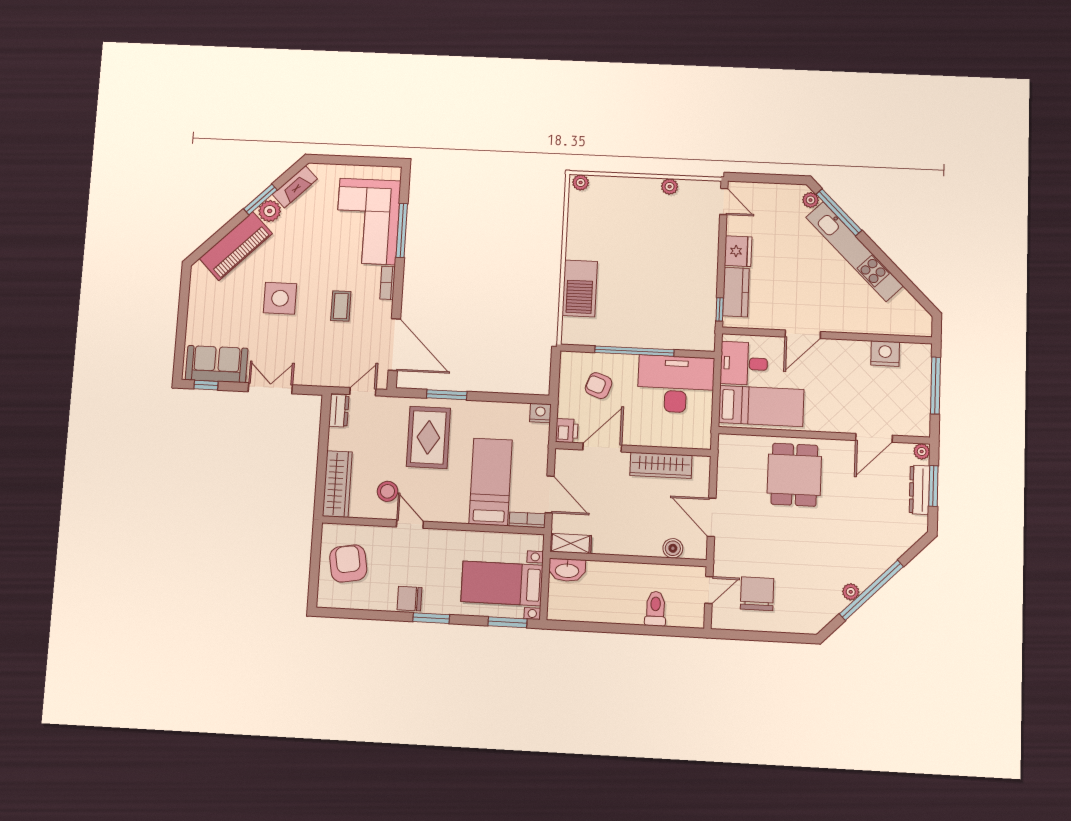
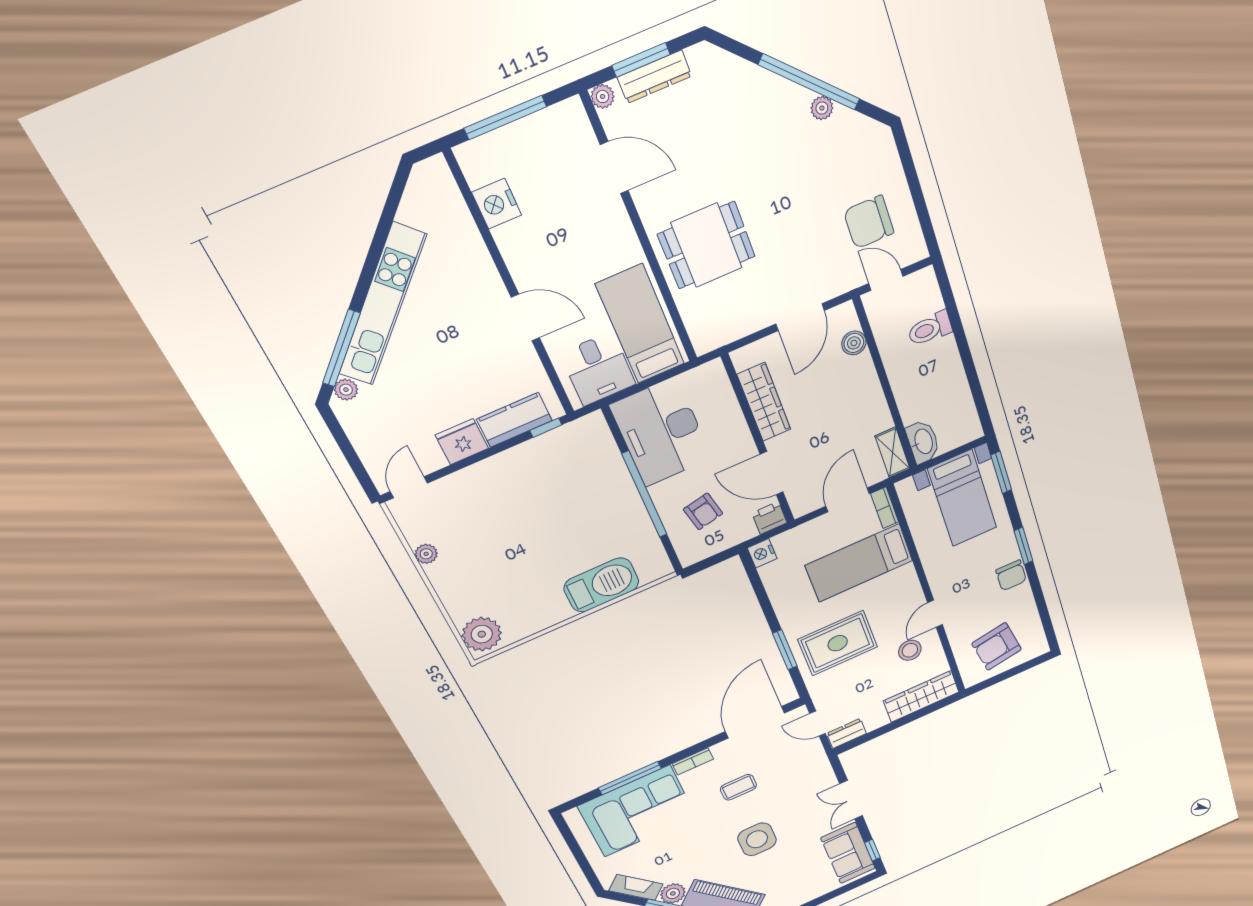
plant: (581, 182) -> (482, 634), width x1.88, depth x1.88
armchair: (599, 386) -> (703, 511), turned -32

